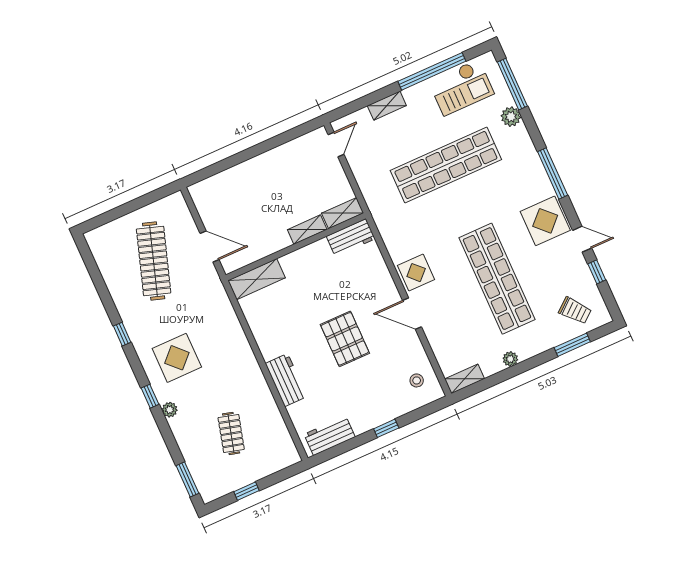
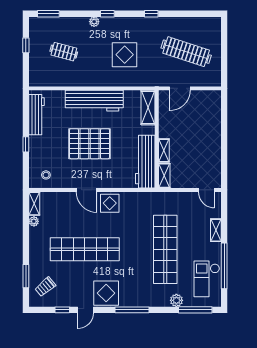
workbench: (351, 238) -> (145, 162), width x1.88, depth x1.32
door: (412, 314) -> (87, 190), swing flipped
pallet: (345, 339) -> (89, 144), width x1.37, depth x1.41
display table: (177, 358) -> (125, 55), moved
plant: (510, 359) -> (34, 221), moved
workbench: (286, 380) -> (94, 101), width x1.88, depth x1.32
workbench: (330, 436) -> (37, 115), width x1.38

